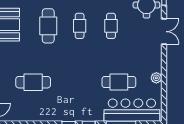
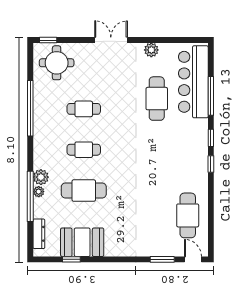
double door: (164, 32) -> (111, 40), moved
cafe table: (33, 82) -> (188, 215), moved

